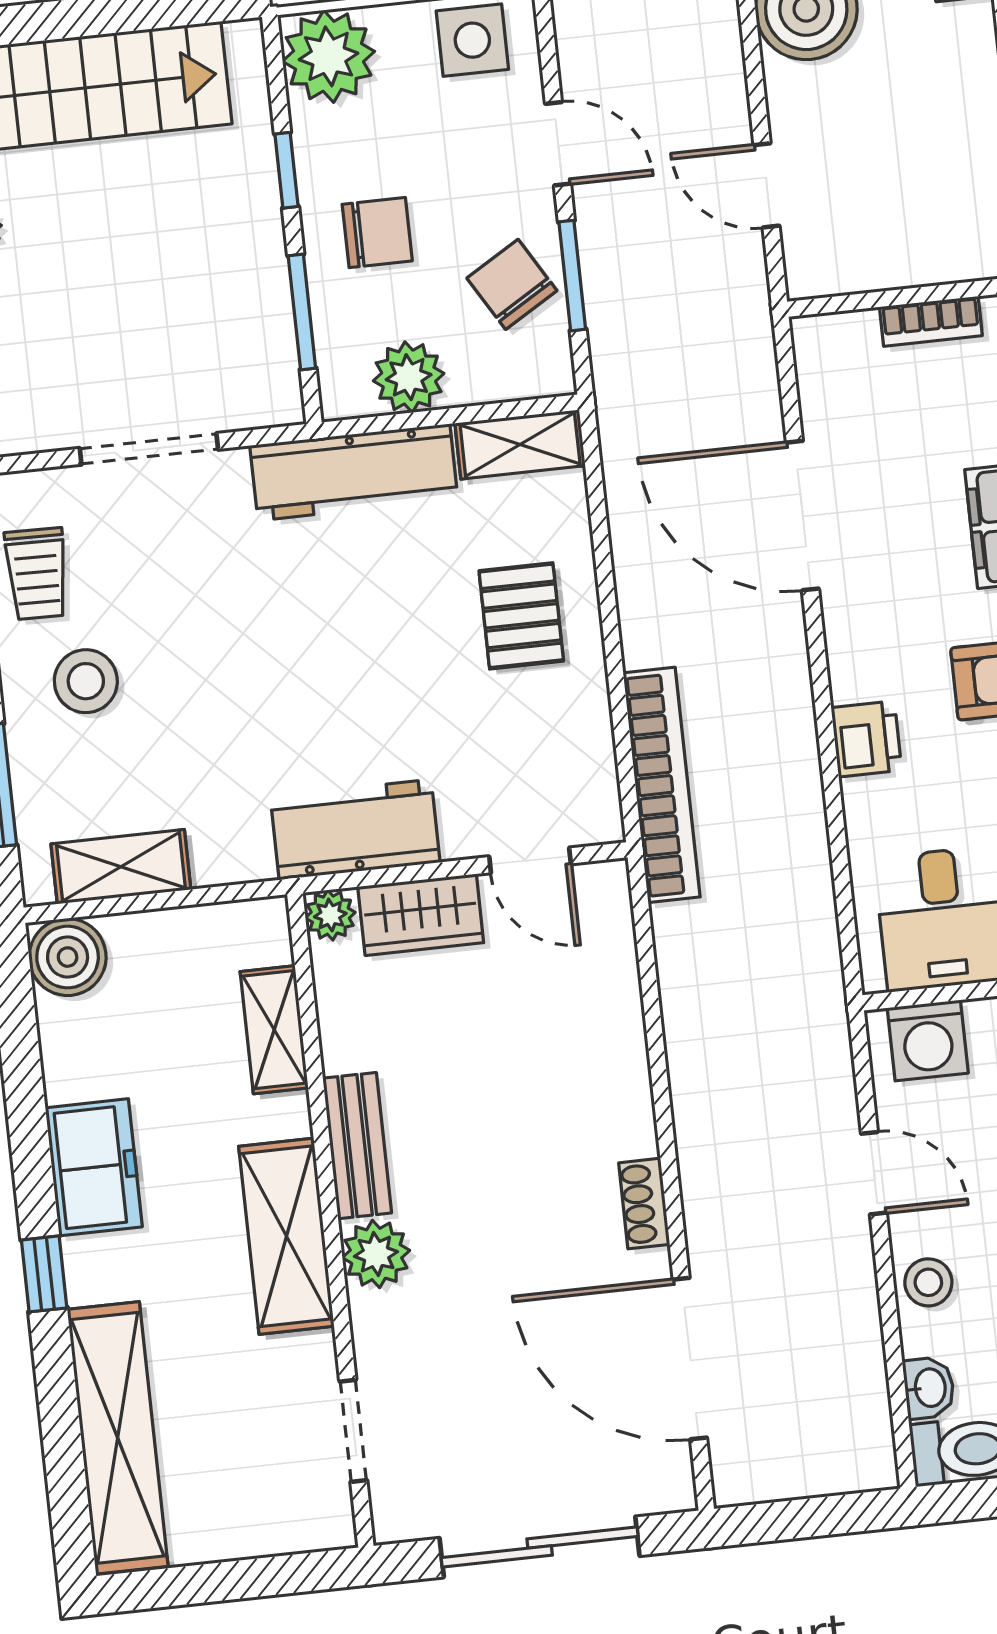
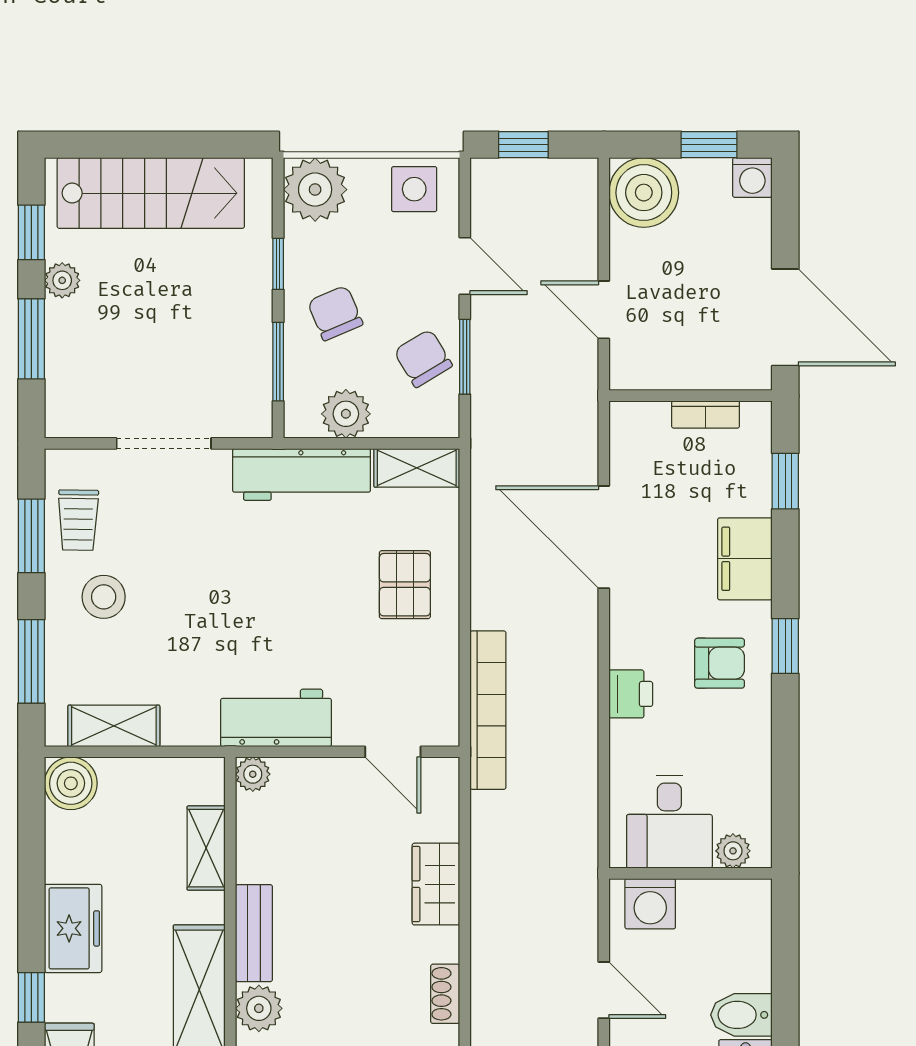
chair: (377, 233) -> (335, 313), turned -113
wardrobe: (421, 915) -> (436, 884), moved, turned 90

